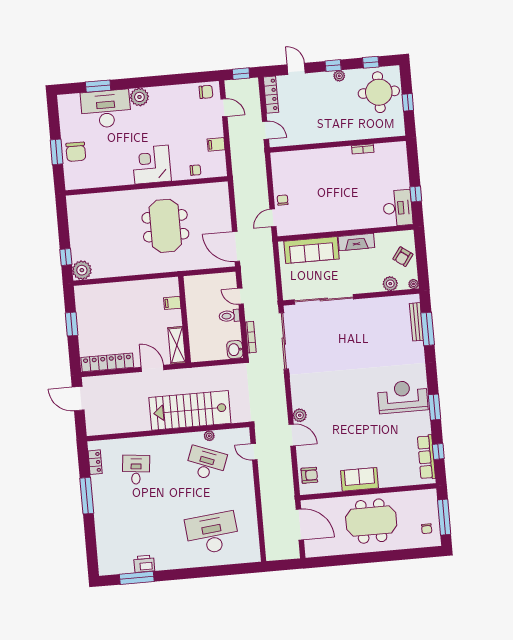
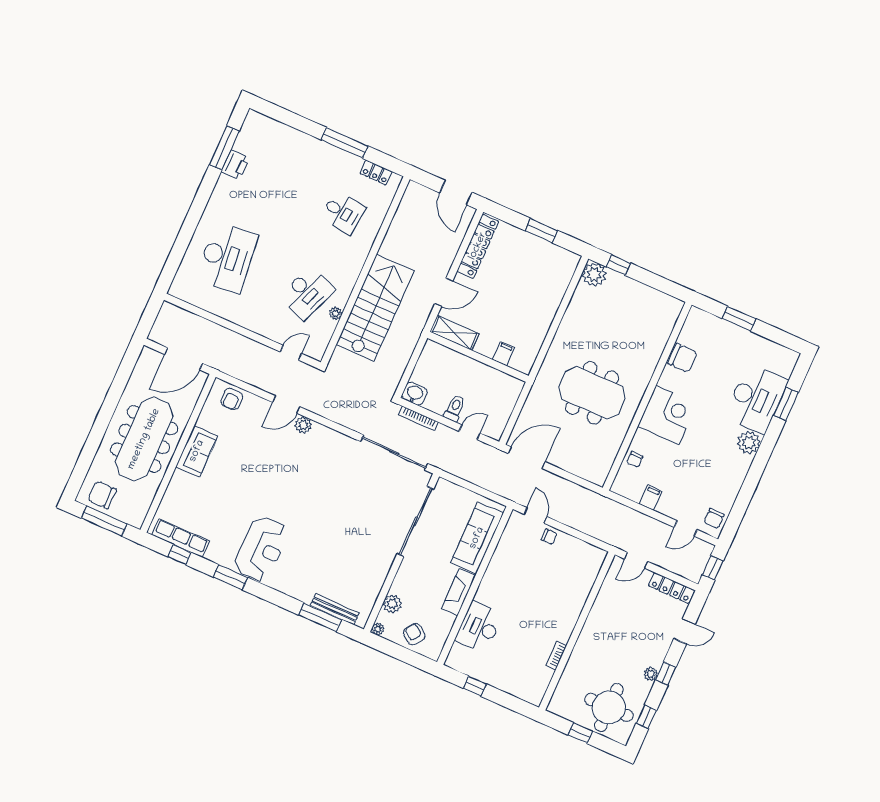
chair: (76, 152) -> (683, 358), moved, turned 180
desk: (398, 208) -> (479, 627), moved, turned 90
door: (78, 399) -> (456, 193), swing flipped
meeting table: (371, 521) -> (144, 439), width x1.36
chair: (427, 529) -> (102, 495), width x1.87, depth x1.87

